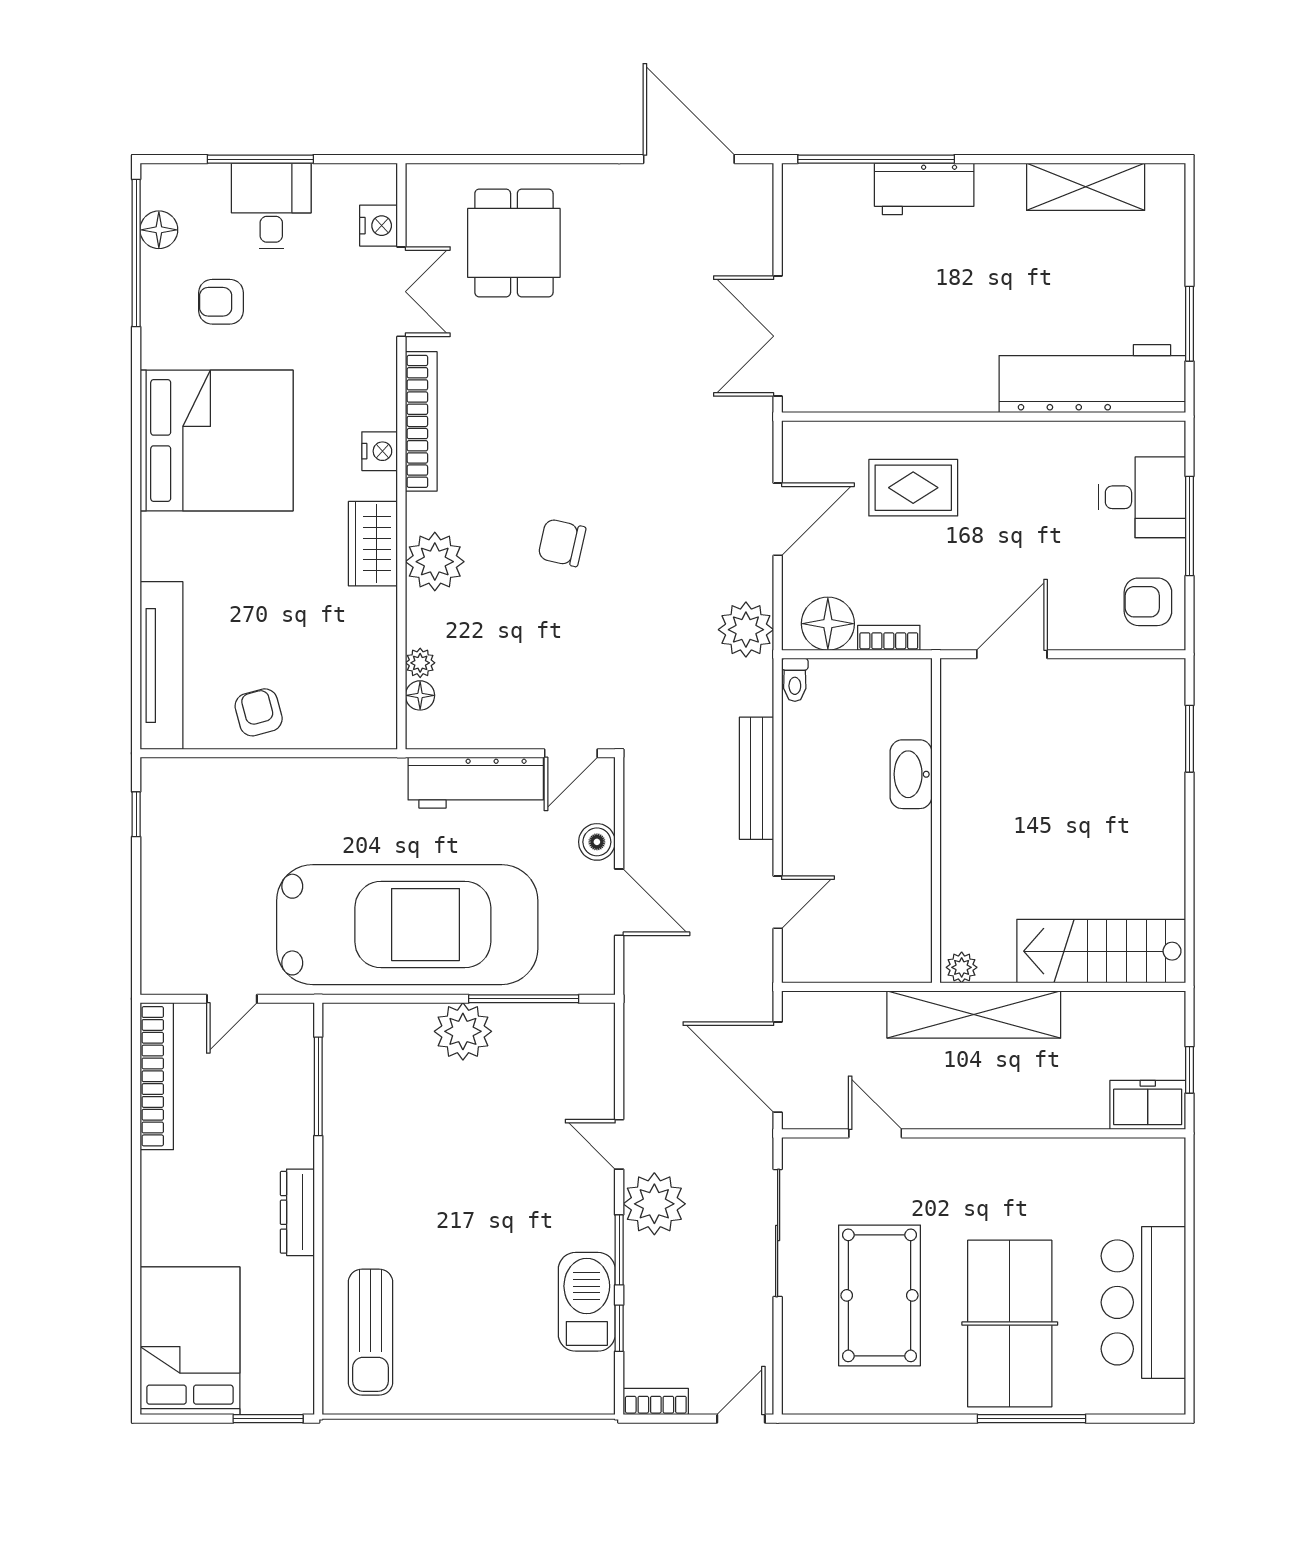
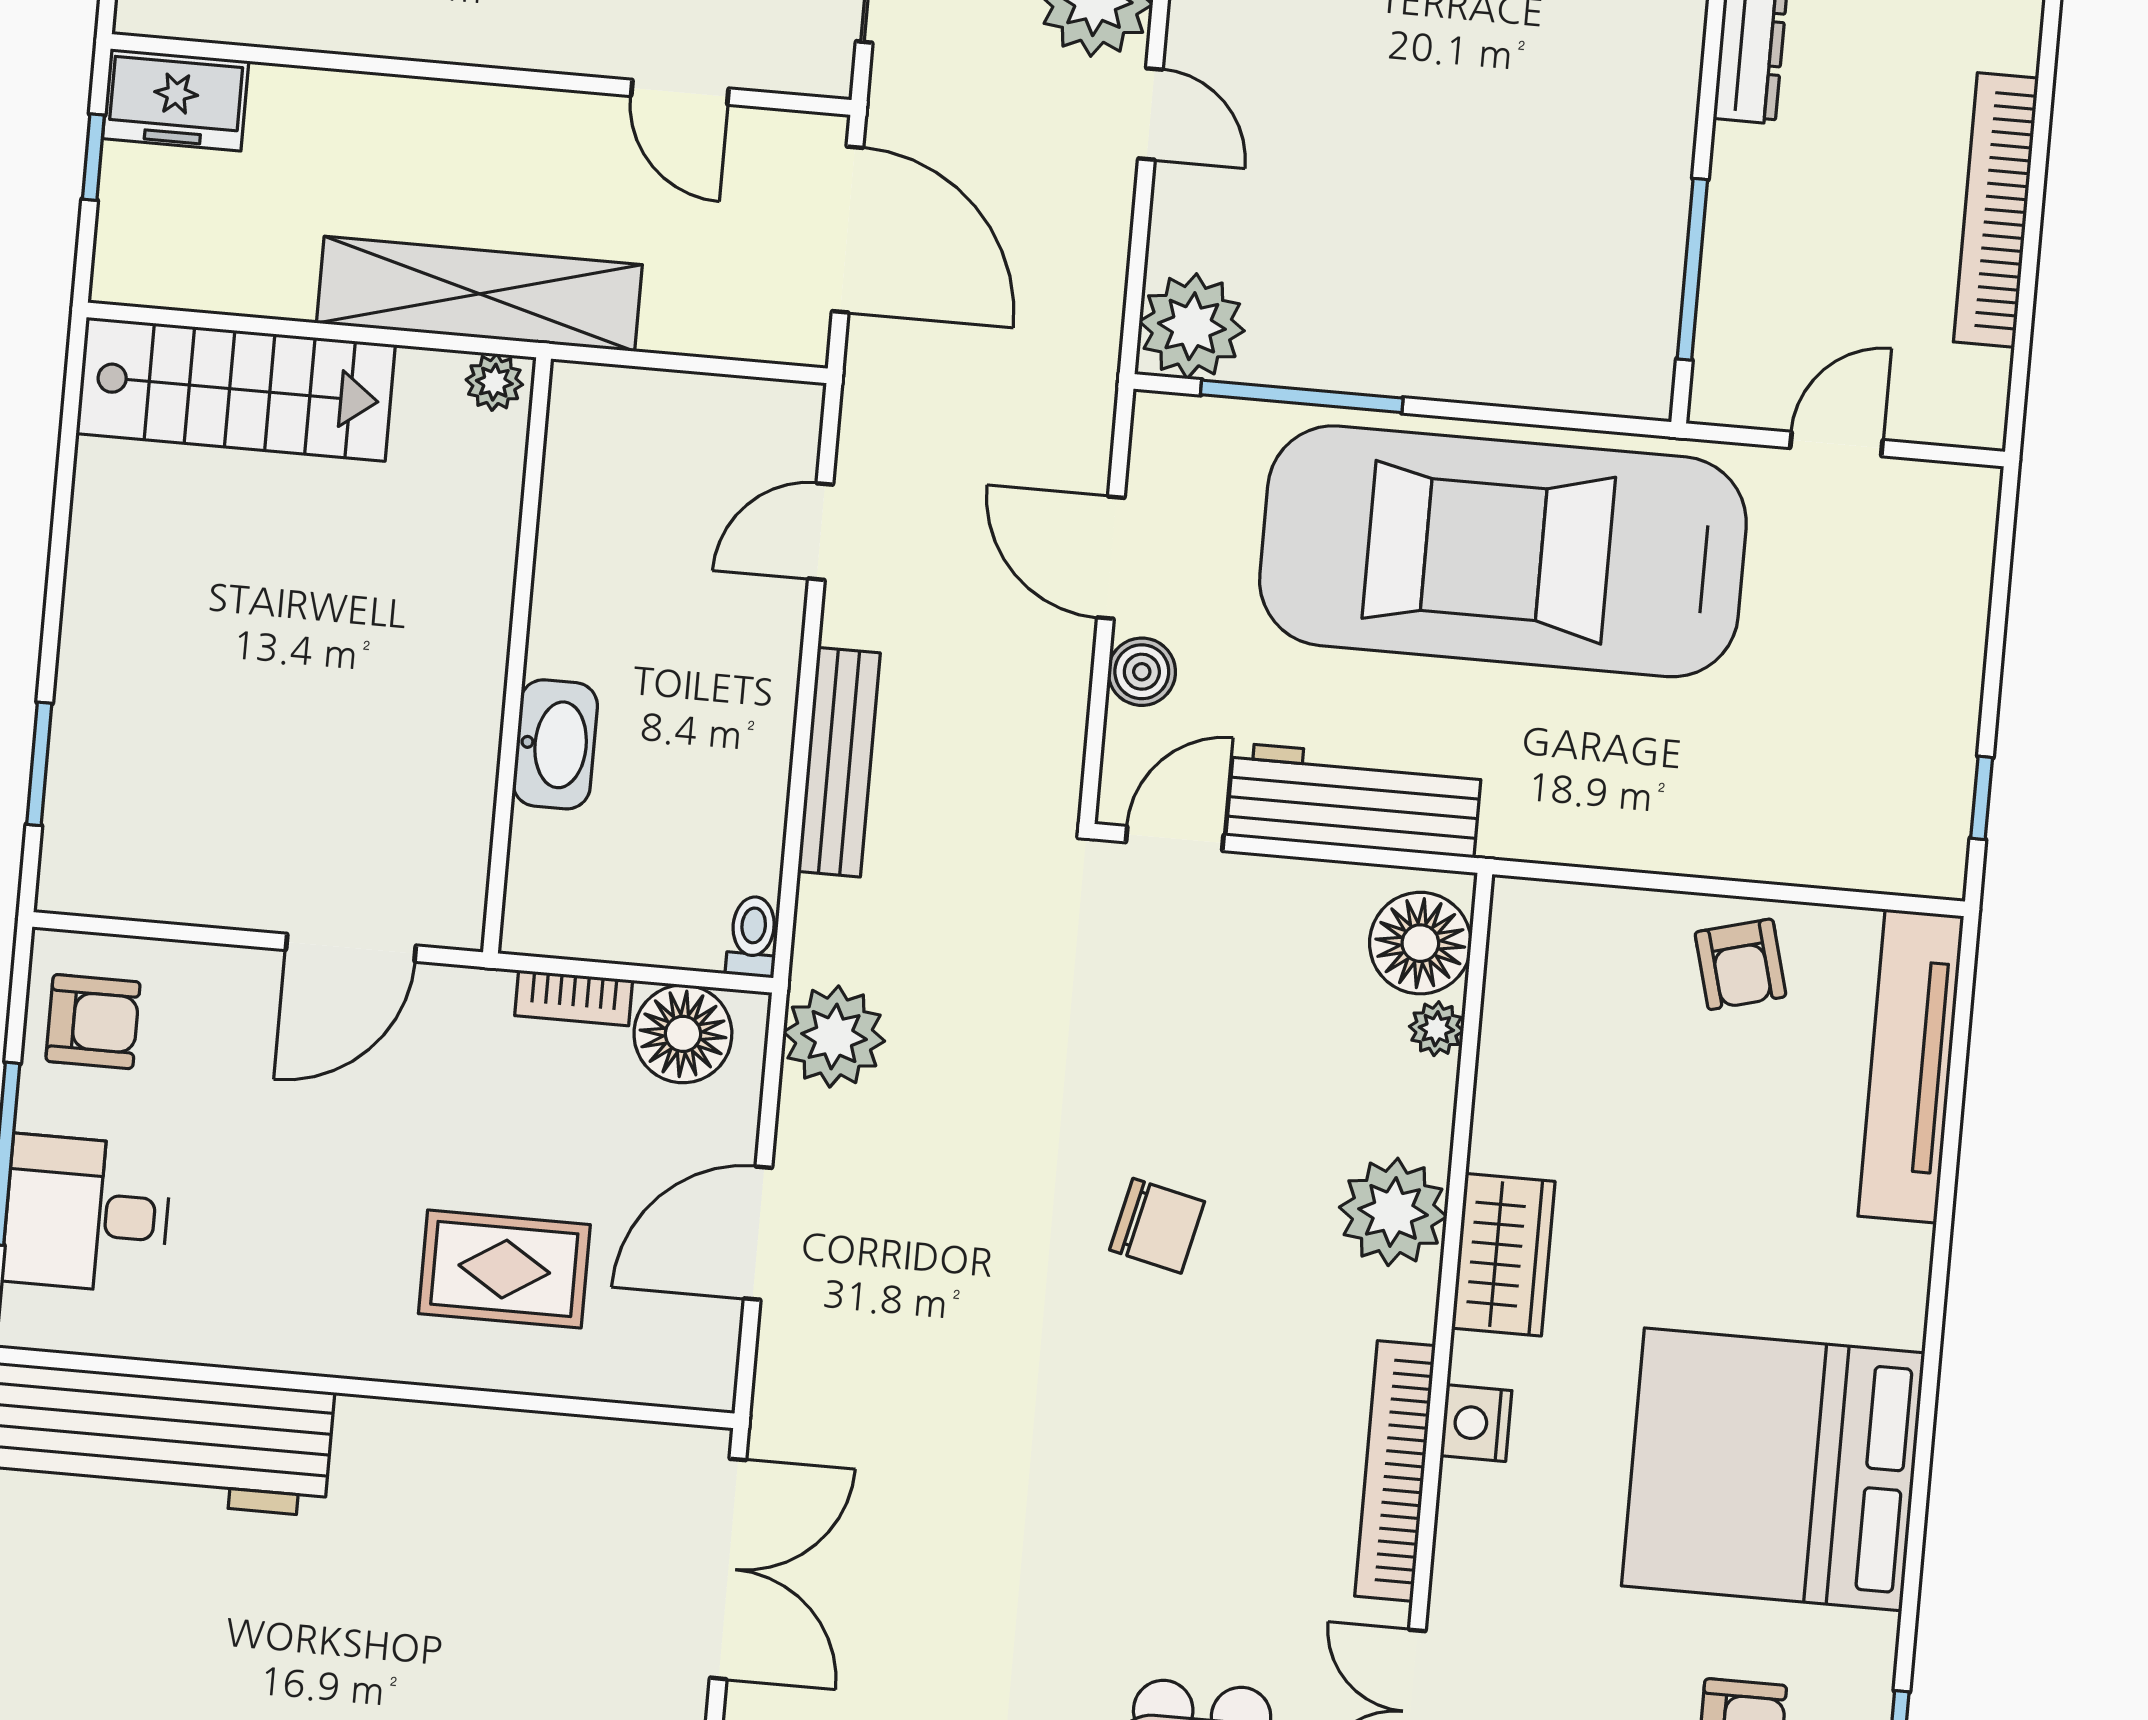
floor lamp: (420, 695) -> (1420, 943), width x1.89, depth x1.89
plant: (463, 1031) -> (1192, 326), moved
bookcase: (157, 1076) -> (1996, 210), moved

